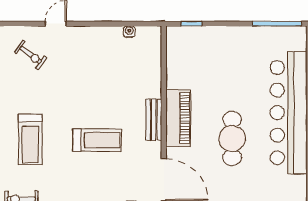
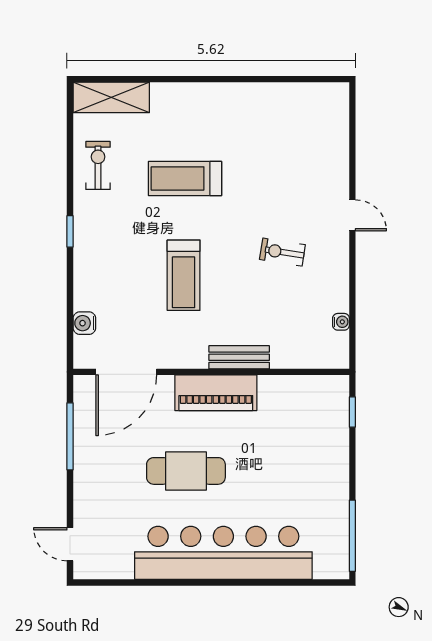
exercise bike: (31, 55) -> (282, 252), moved, turned 62
bench: (154, 120) -> (239, 357), moved

